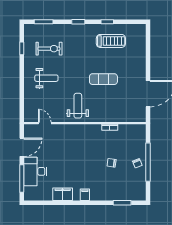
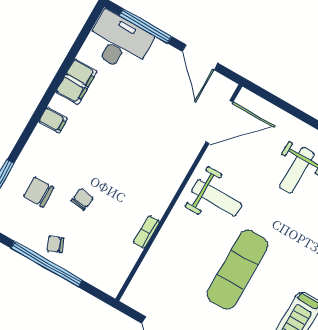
exercise mat: (103, 79) -> (237, 270), width x1.36, depth x1.45
door: (45, 123) -> (219, 122), width x1.88
desk: (35, 171) -> (119, 42), moved
chair: (119, 183) -> (39, 192), added

